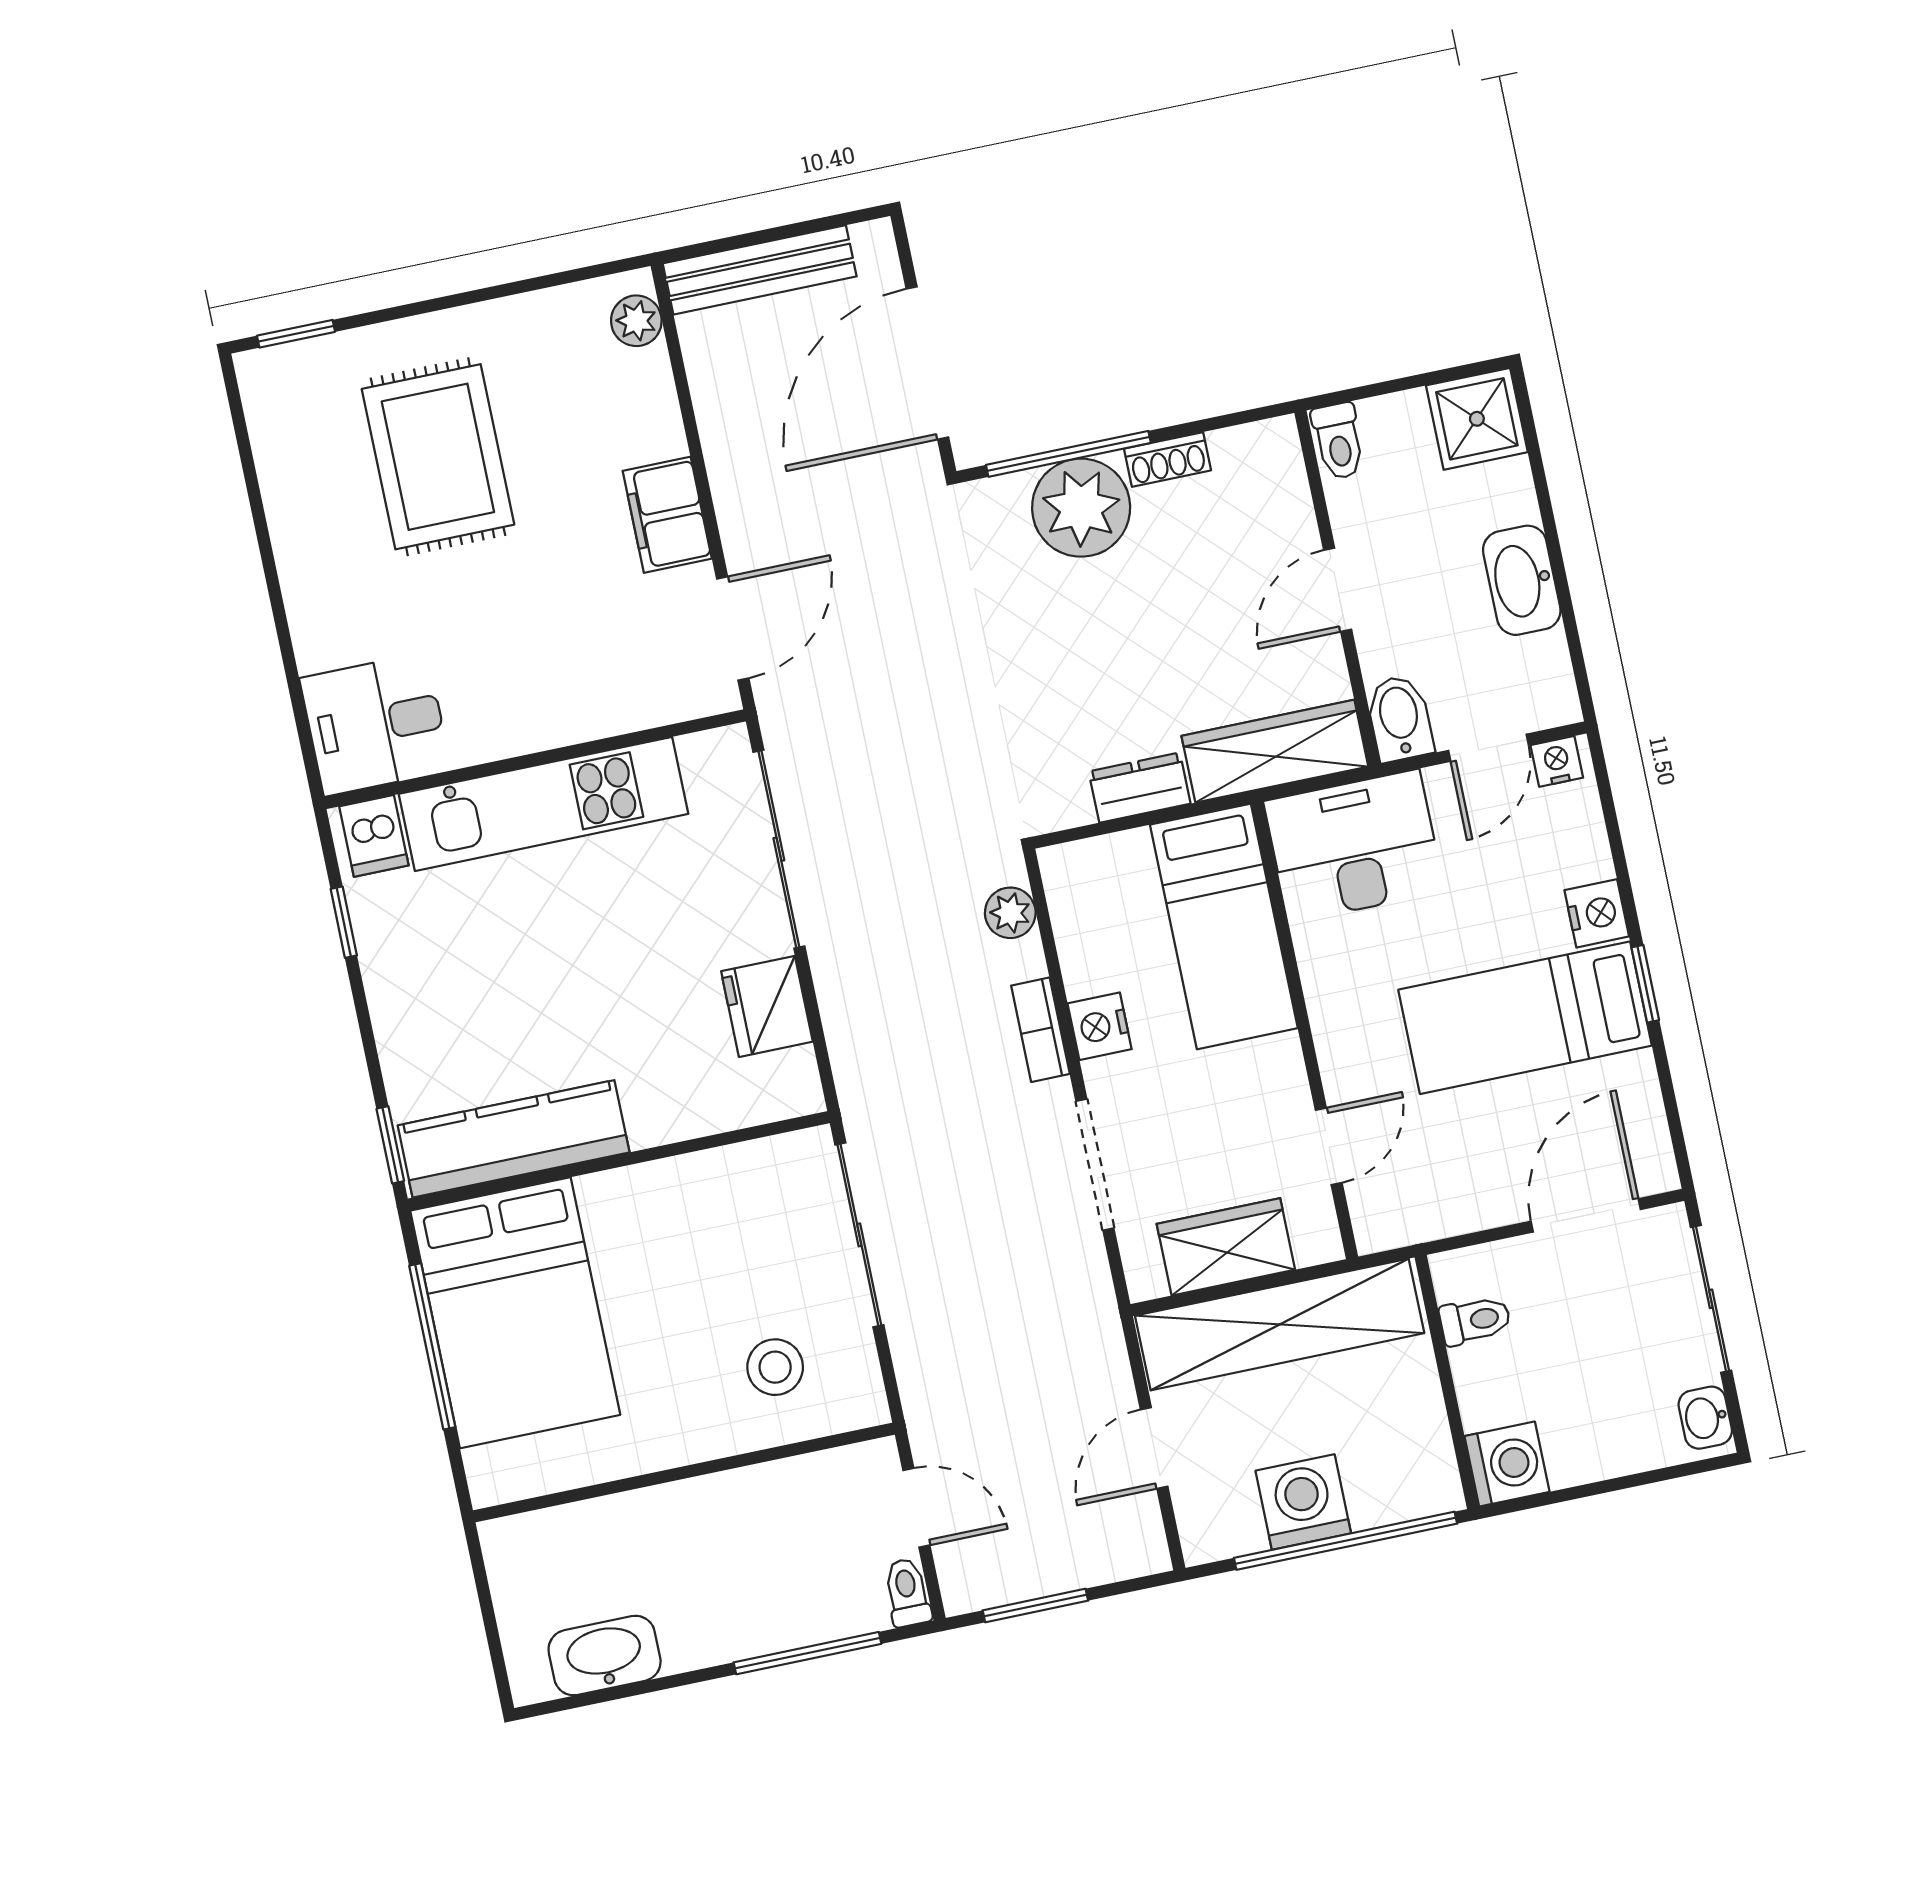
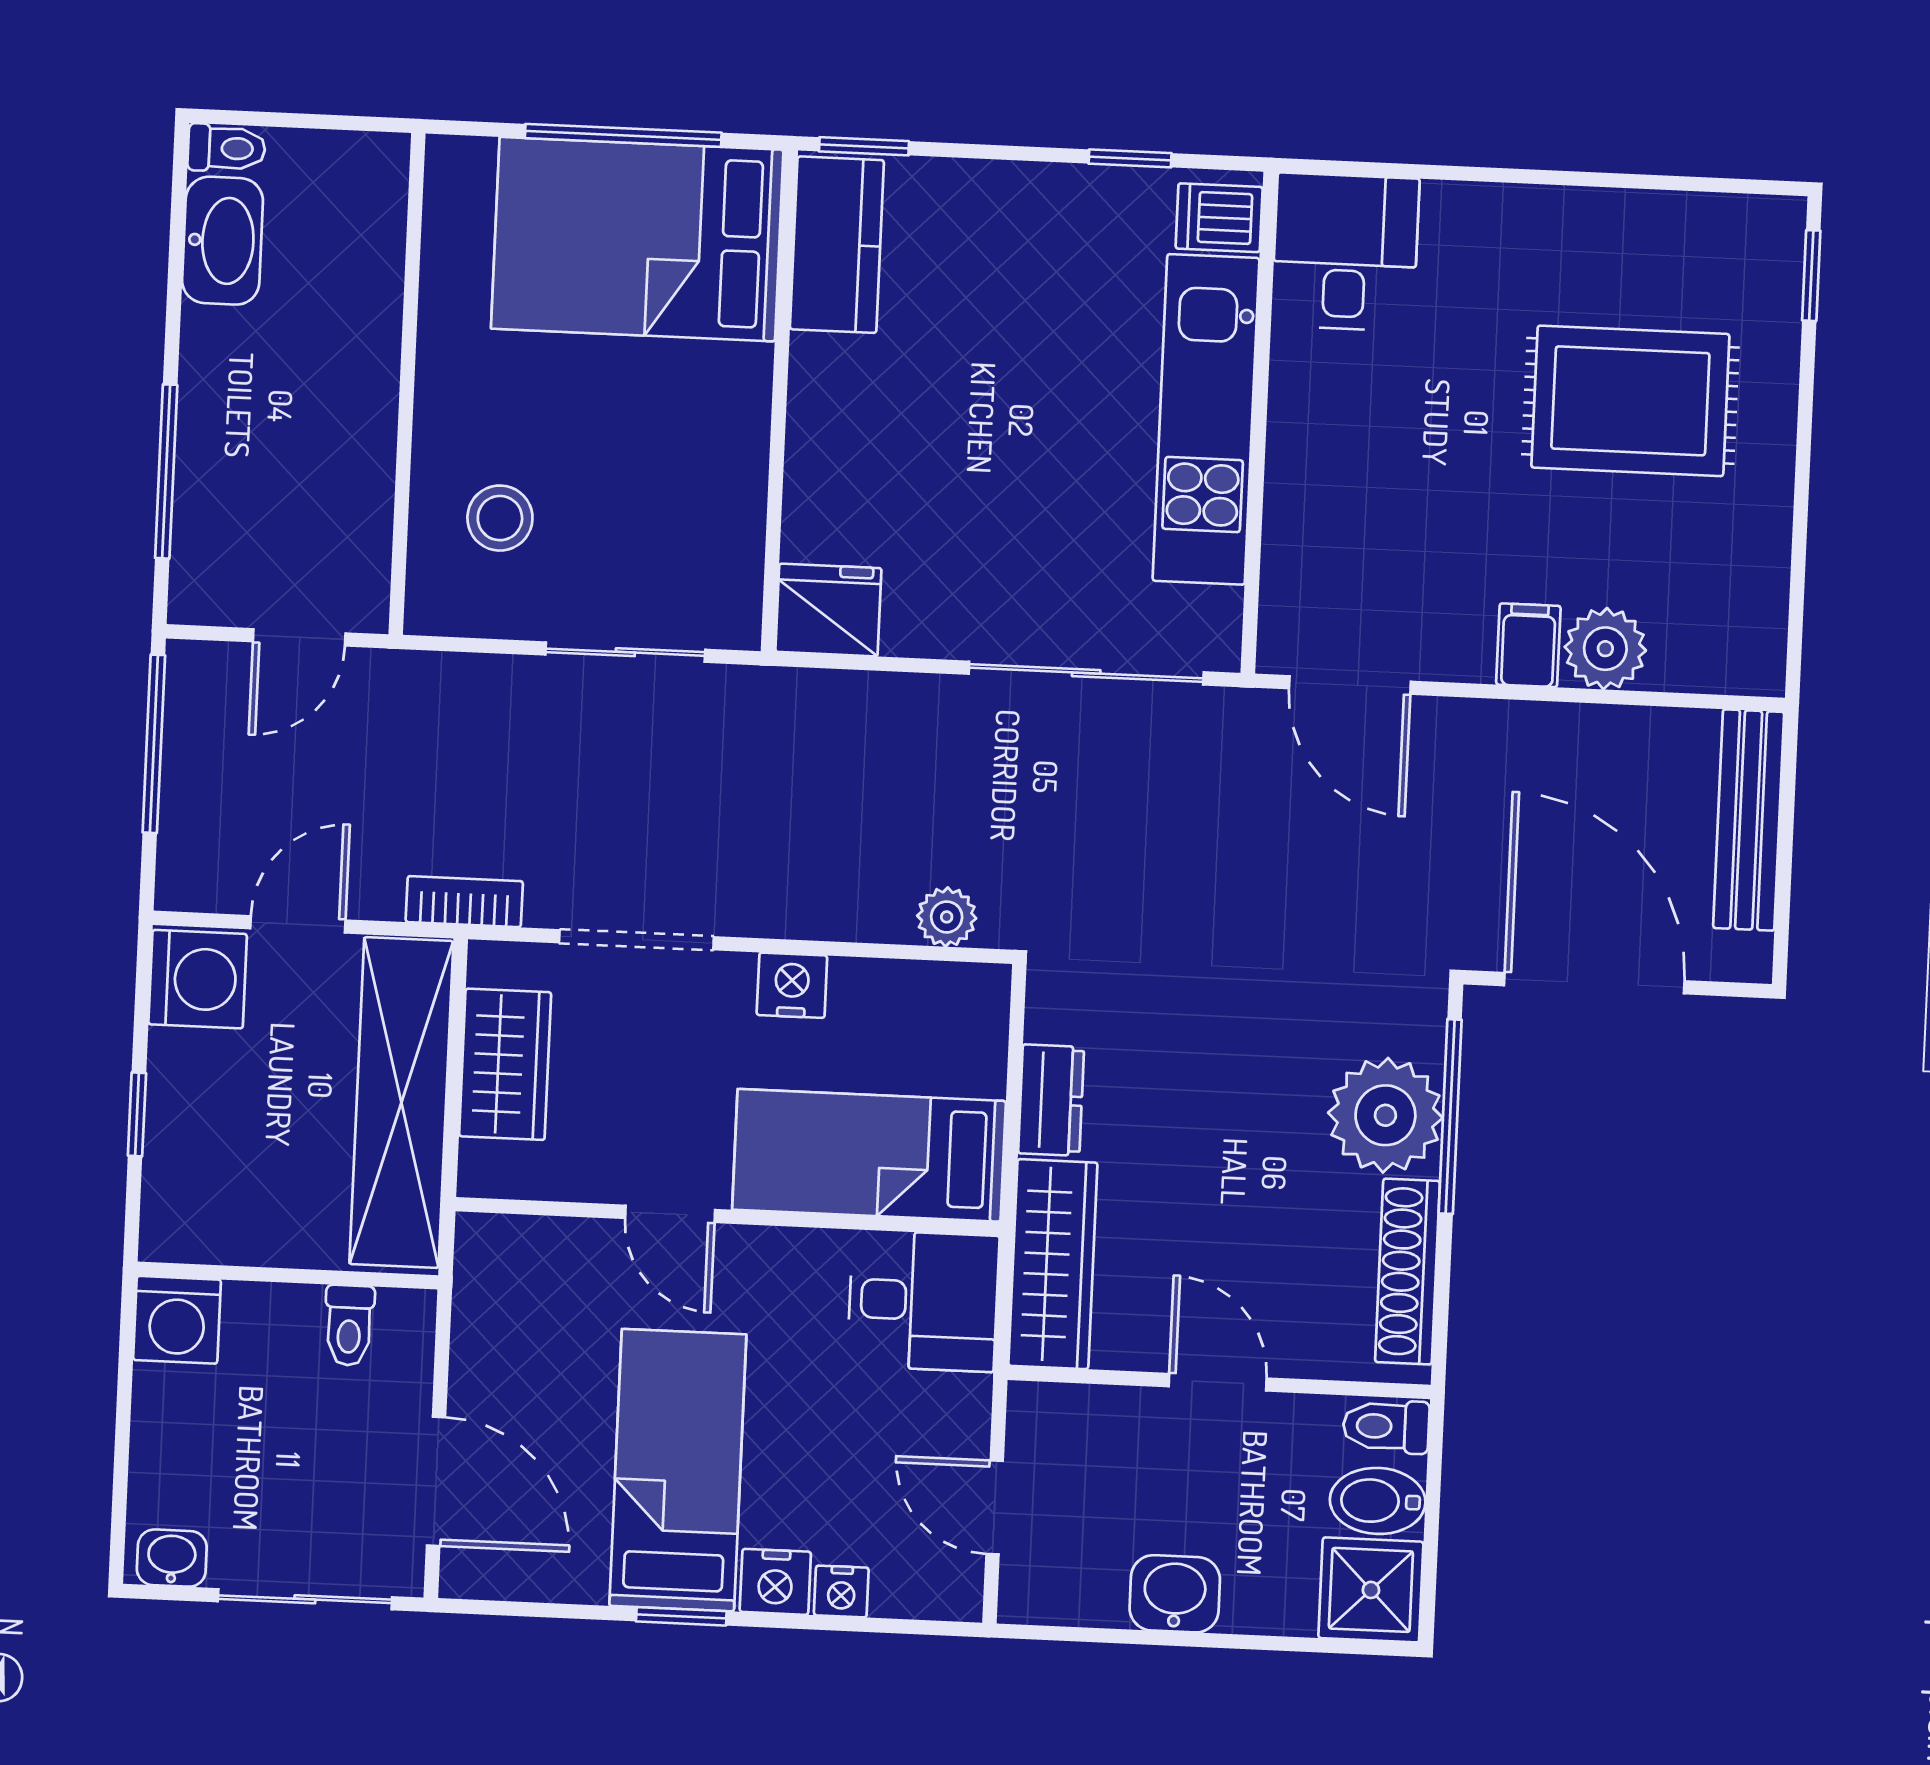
plant: (636, 321) -> (1605, 649), moved, width x1.38, depth x1.38
shoe rack: (1167, 459) -> (1408, 1272), width x1.94, depth x1.24
filing cabinet: (667, 515) -> (1528, 645), width x0.50
washbasin: (1522, 580) -> (1175, 1594), width x0.72
bidet: (1400, 718) -> (1378, 1501), moved, turned 180
nightstand: (1557, 761) -> (841, 1591), moved, turned 90
desk: (1354, 846) -> (923, 1301), width x0.73
fridge: (767, 1006) -> (828, 610), moved
bookcase: (1040, 1030) -> (464, 902), moved
kitchen counter: (514, 1139) -> (837, 245), width x0.67
door: (1329, 1146) -> (670, 1214), moved
sliding door: (859, 1235) -> (625, 652), width x0.73
door: (1154, 1448) -> (298, 924), hinge flipped
washing machine: (1303, 1502) -> (198, 979), moved
window: (1346, 1541) -> (137, 1114), width x0.32
toilet: (907, 1592) -> (226, 148), moved
window: (1035, 1605) -> (154, 744), width x1.44

